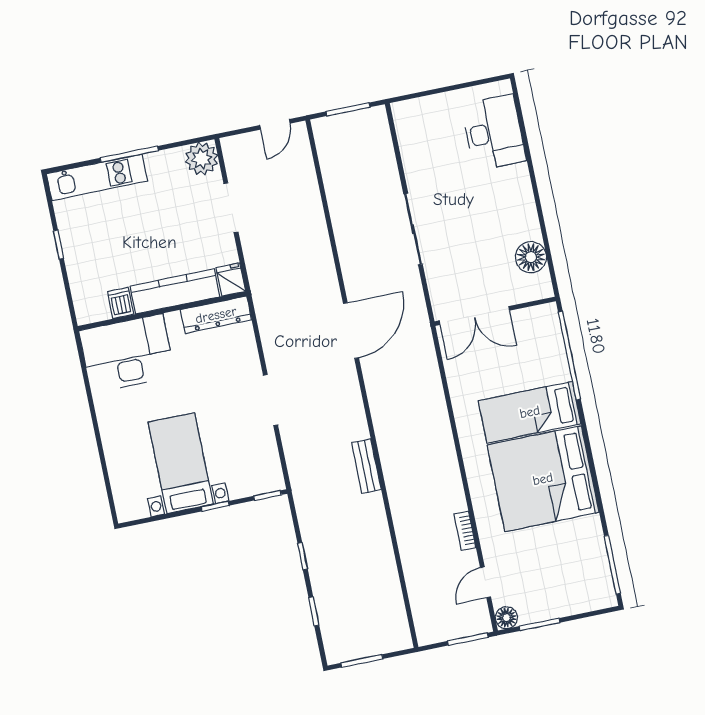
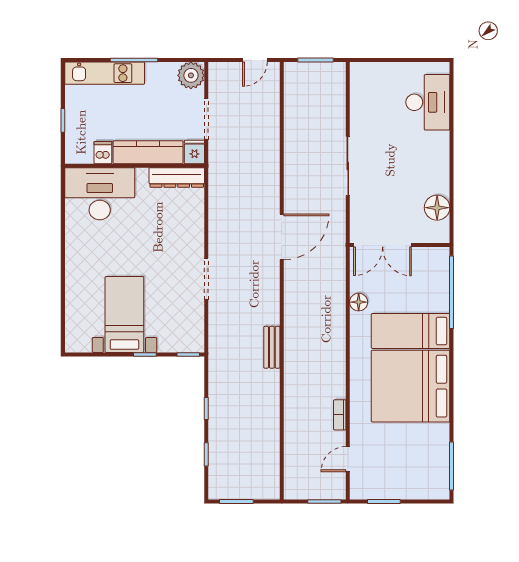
fridge: (231, 280) -> (194, 152), moved
kitchen counter: (175, 291) -> (148, 152), moved
dishwasher: (121, 303) -> (103, 153), moved
wall: (162, 311) -> (135, 166), moved
dresser: (216, 315) -> (177, 177), moved
desk: (127, 353) -> (100, 194), moved
floor lamp: (506, 618) -> (359, 302), moved

